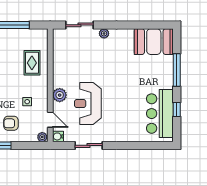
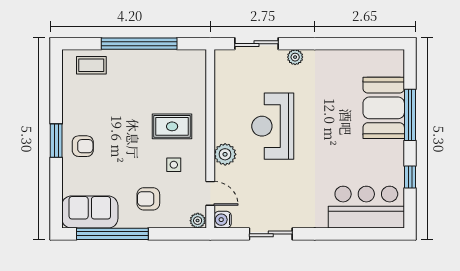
booth: (154, 42) -> (384, 108), moved, turned 90
rug: (32, 63) -> (172, 126), moved, turned 90
reception desk: (88, 103) -> (273, 126), moved
bar counter: (160, 114) -> (366, 207), moved, turned 90

